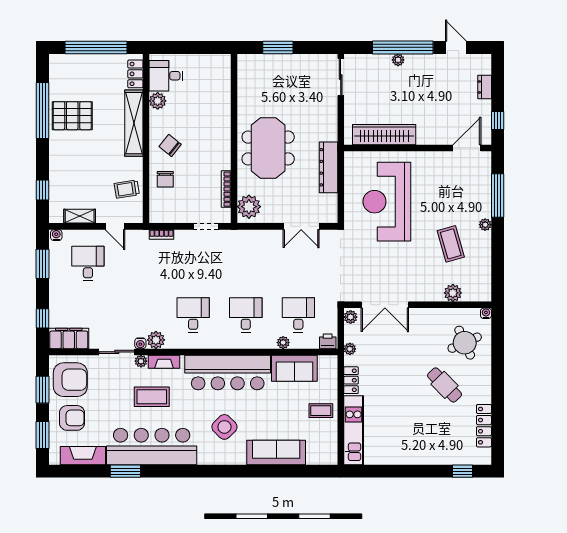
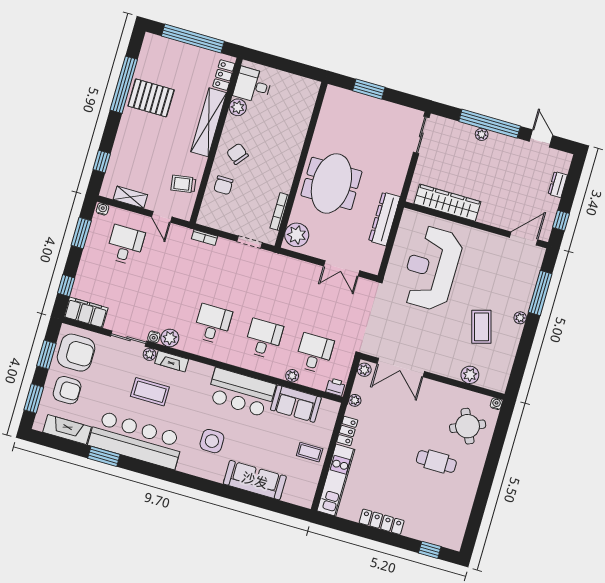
bar counter: (228, 372) -> (241, 392), width x0.73
cafe table: (445, 385) -> (436, 461), turned -46
locker: (484, 426) -> (382, 522), moved, turned 90
side table: (224, 427) -> (212, 441), turned 45

